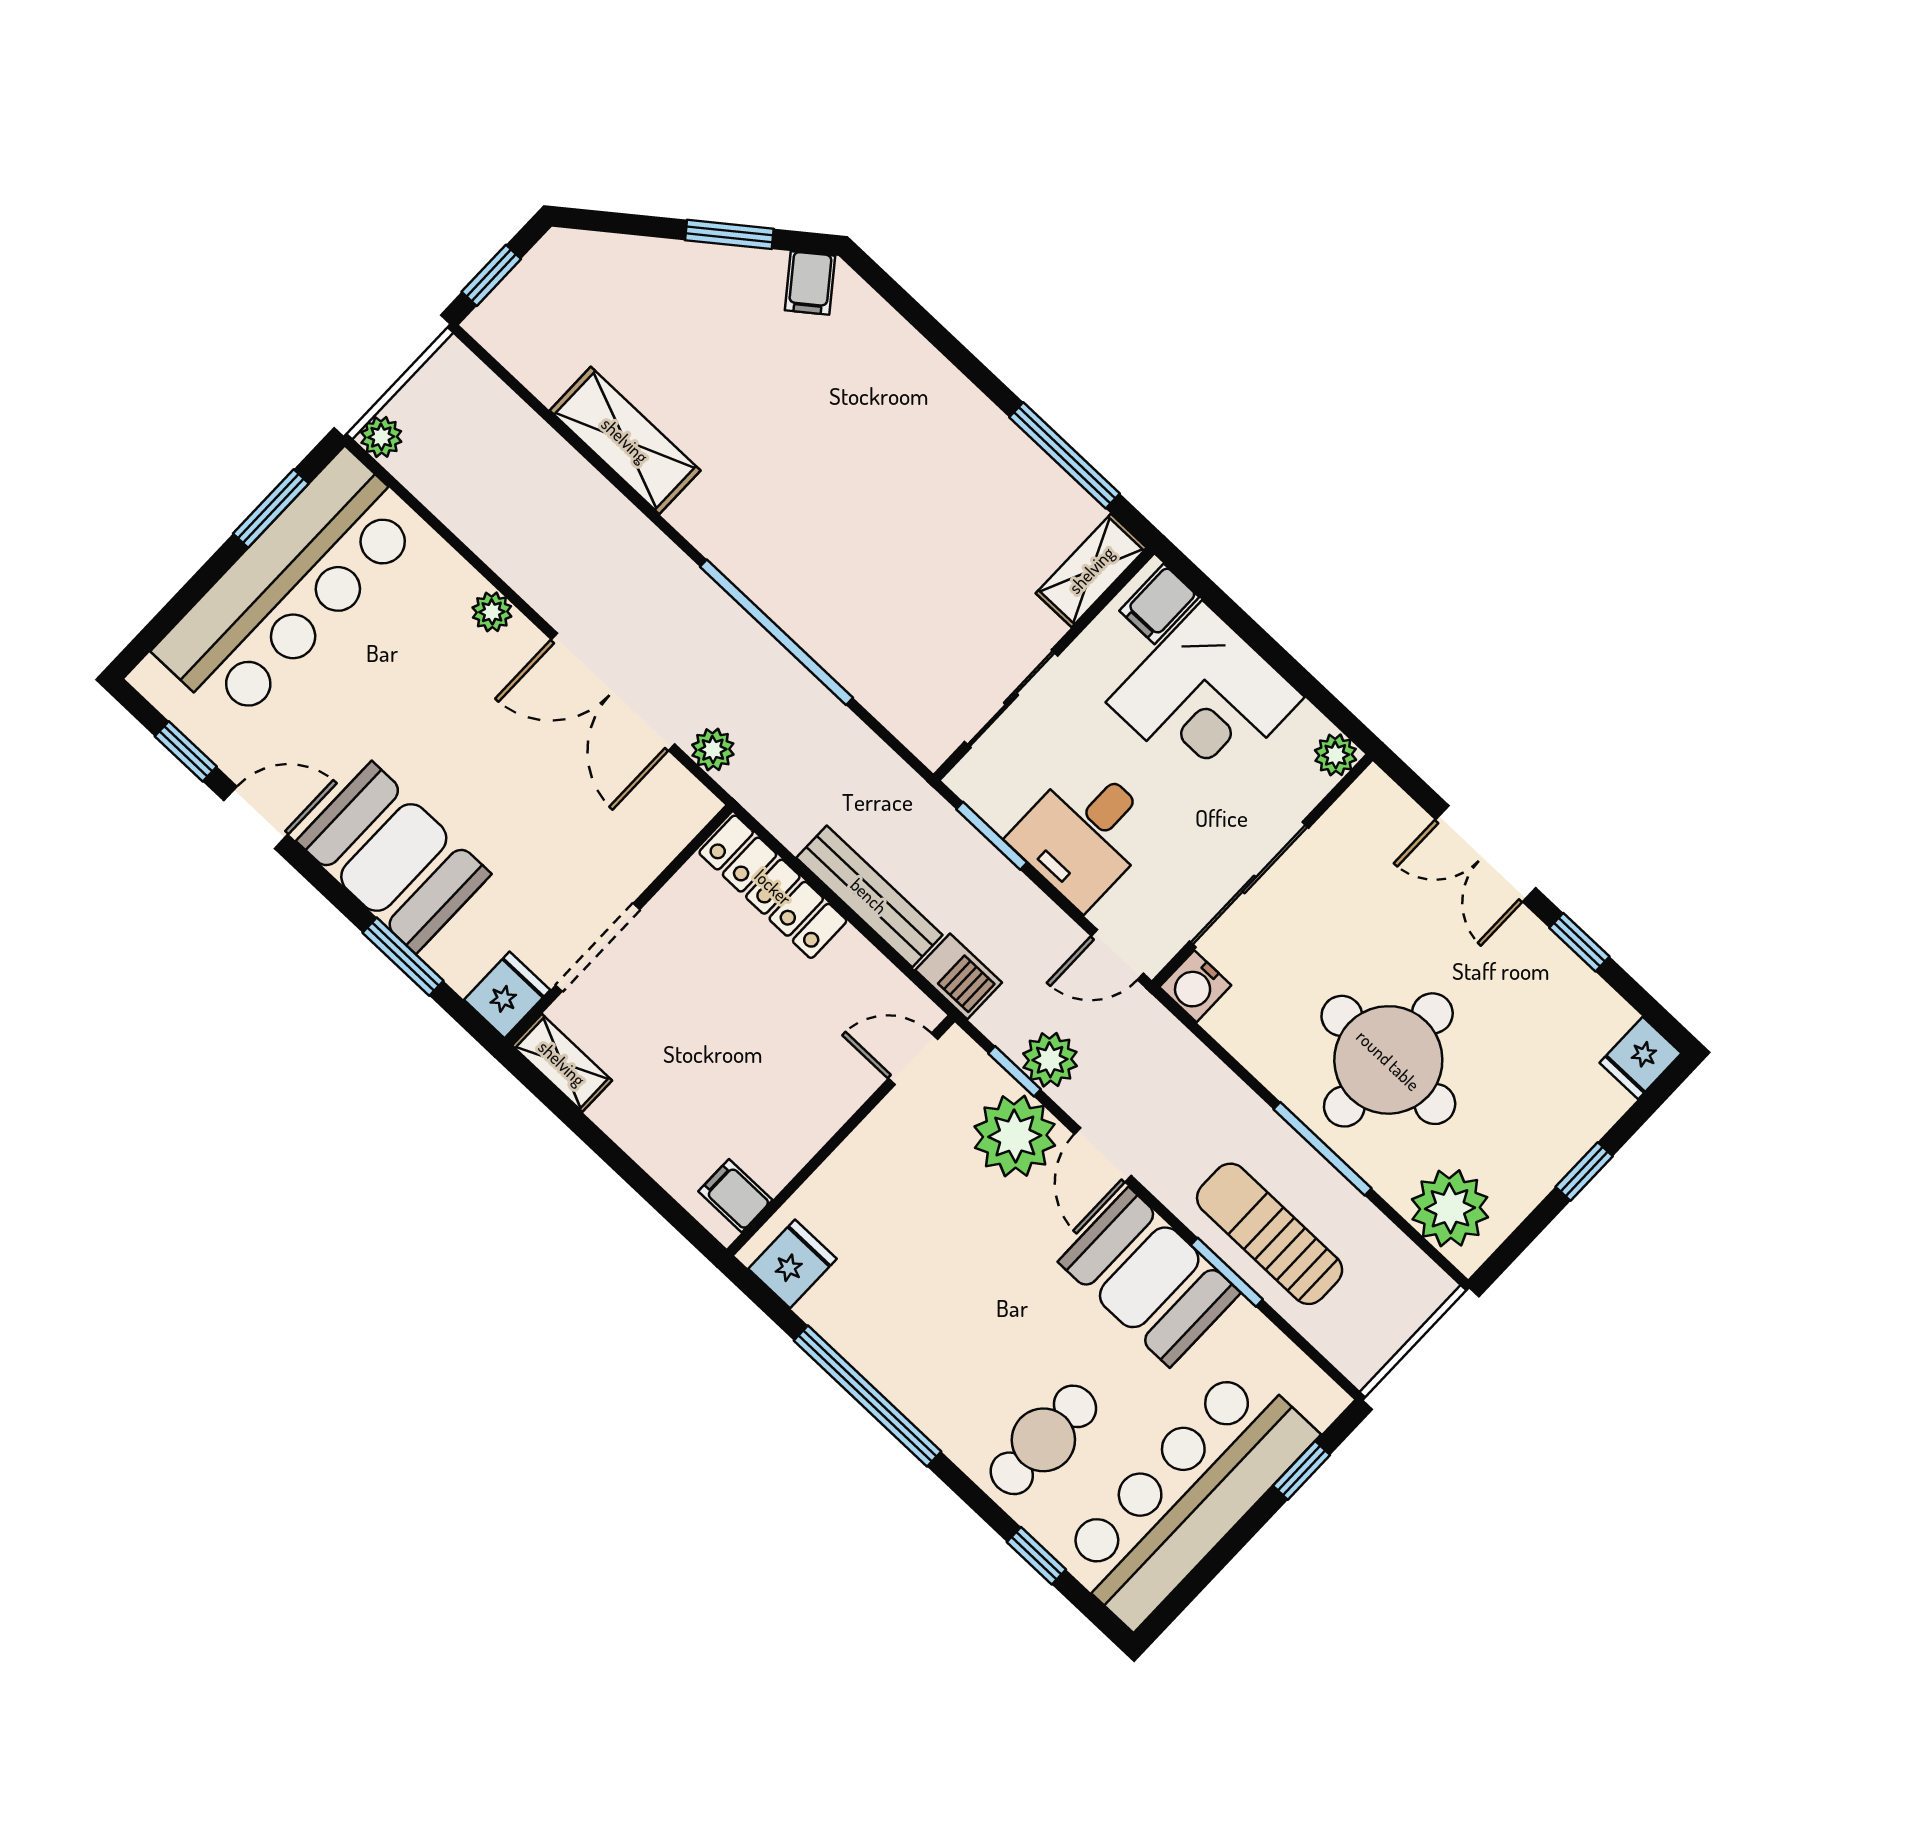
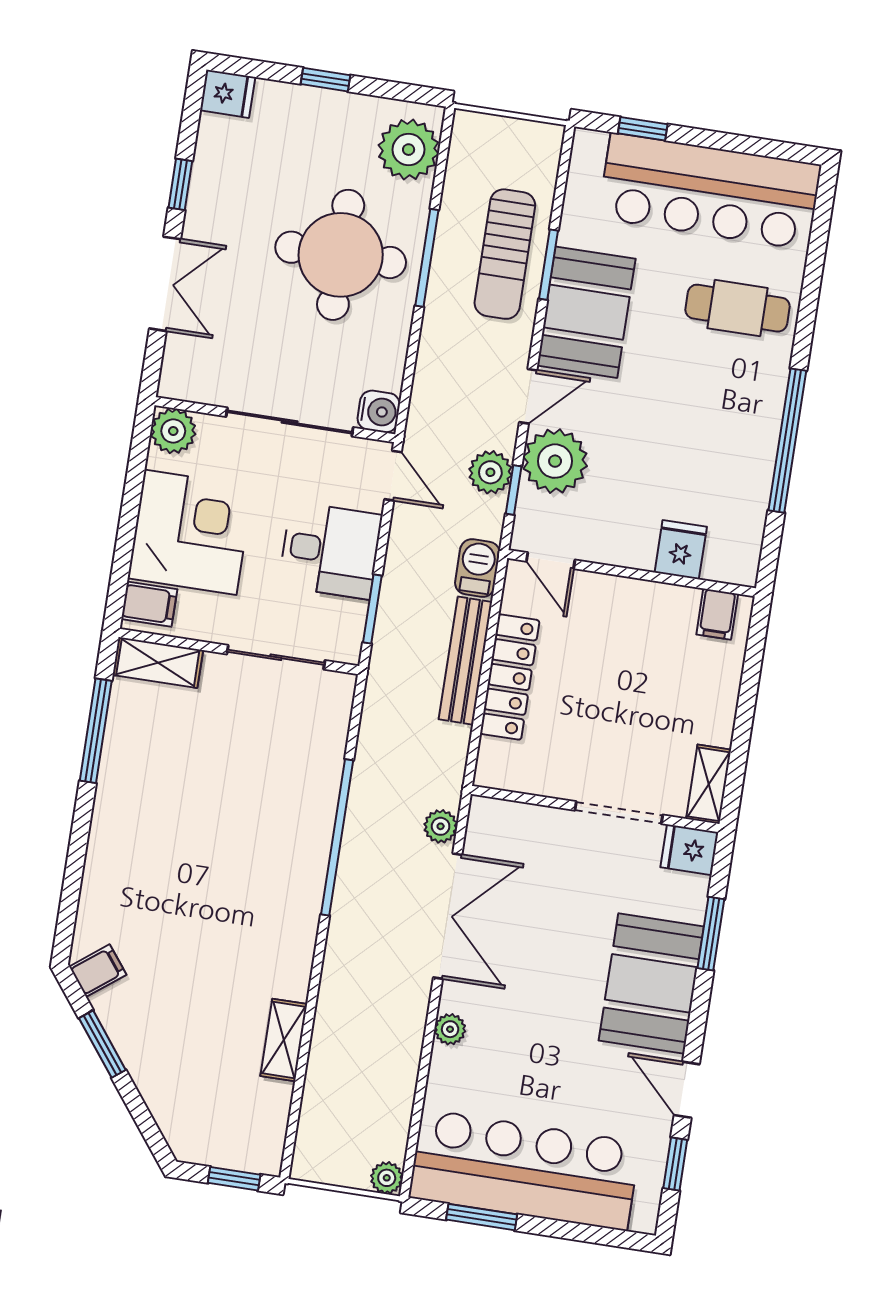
shelving: (625, 440) -> (284, 1040), width x0.67, depth x0.75
plant: (1336, 755) -> (173, 431), width x1.38, depth x1.38
locker: (773, 887) -> (510, 677), moved
fridge: (793, 1264) -> (681, 550), moved, turned 90
window: (1036, 1556) -> (815, 261), removed

